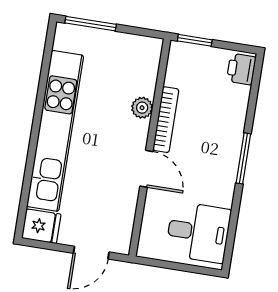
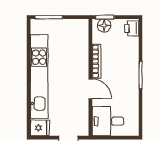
floor lamp: (191, 55) -> (104, 26), added
plant: (142, 108) -> (83, 57), removed
desk: (198, 232) -> (108, 121), moved, turned 180

